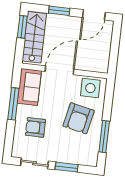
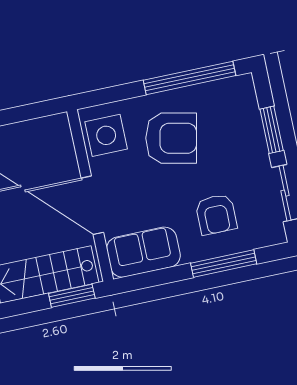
window: (22, 27) -> (72, 296), moved
window: (13, 104) -> (224, 263), moved
window: (104, 137) -> (189, 78), width x1.46

